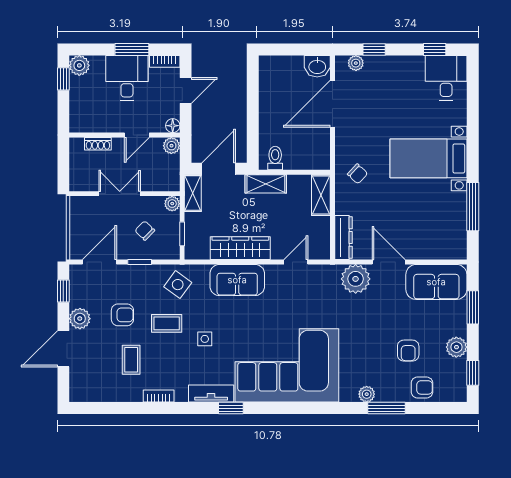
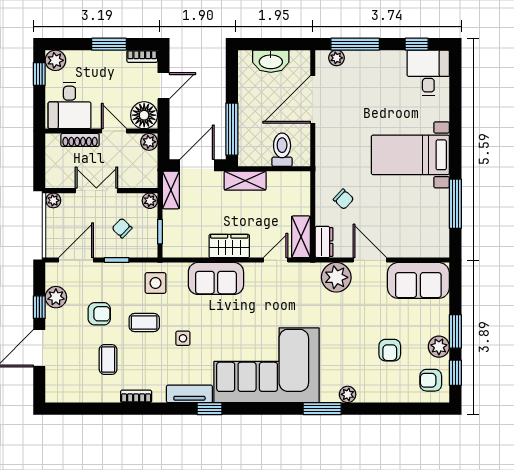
window: (374, 50) -> (355, 44), width x2.17
washbasin: (317, 66) -> (271, 61), moved, width x1.38
desk: (127, 78) -> (69, 106), moved, turned 180
floor lamp: (173, 126) -> (144, 115), width x1.89, depth x1.89
window: (253, 133) -> (232, 129), added
door: (137, 135) -> (114, 131), swing flipped
shoe rack: (98, 144) -> (80, 140), width x1.43
toilet: (275, 158) -> (282, 150), moved, width x1.37, depth x1.39
chair: (358, 174) -> (343, 199), moved
shelving: (321, 195) -> (301, 237), moved
plant: (77, 203) -> (53, 200), added
dresser: (344, 237) -> (324, 242), width x0.70
wardrobe: (240, 248) -> (229, 246), width x0.67
side table: (178, 285) -> (156, 283), turned -36
window: (63, 291) -> (39, 307), moved
window: (473, 307) -> (455, 331), moved
plant: (80, 319) -> (56, 297), moved
armchair: (422, 387) -> (431, 380), moved, turned 180
window: (387, 408) -> (322, 409), moved

